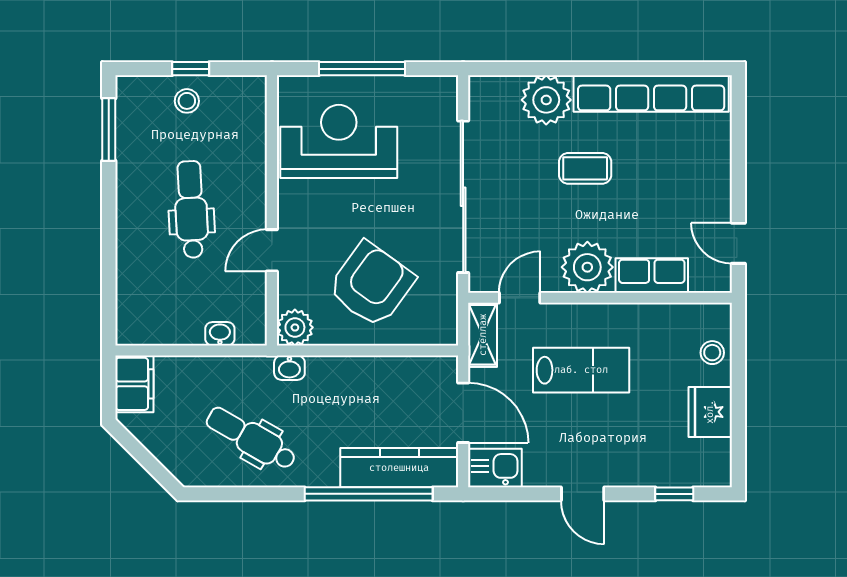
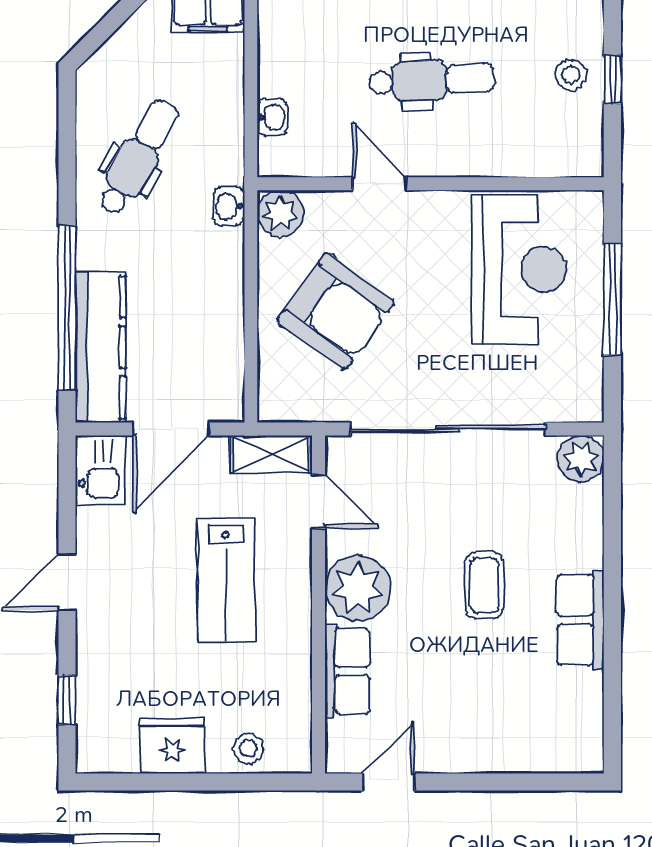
row of seats: (651, 94) -> (580, 620), width x0.50
plant: (546, 100) -> (581, 459), moved, width x0.73, depth x0.73

